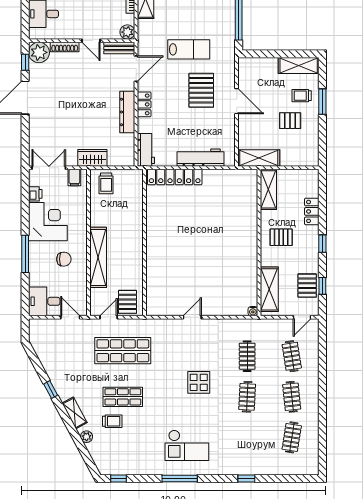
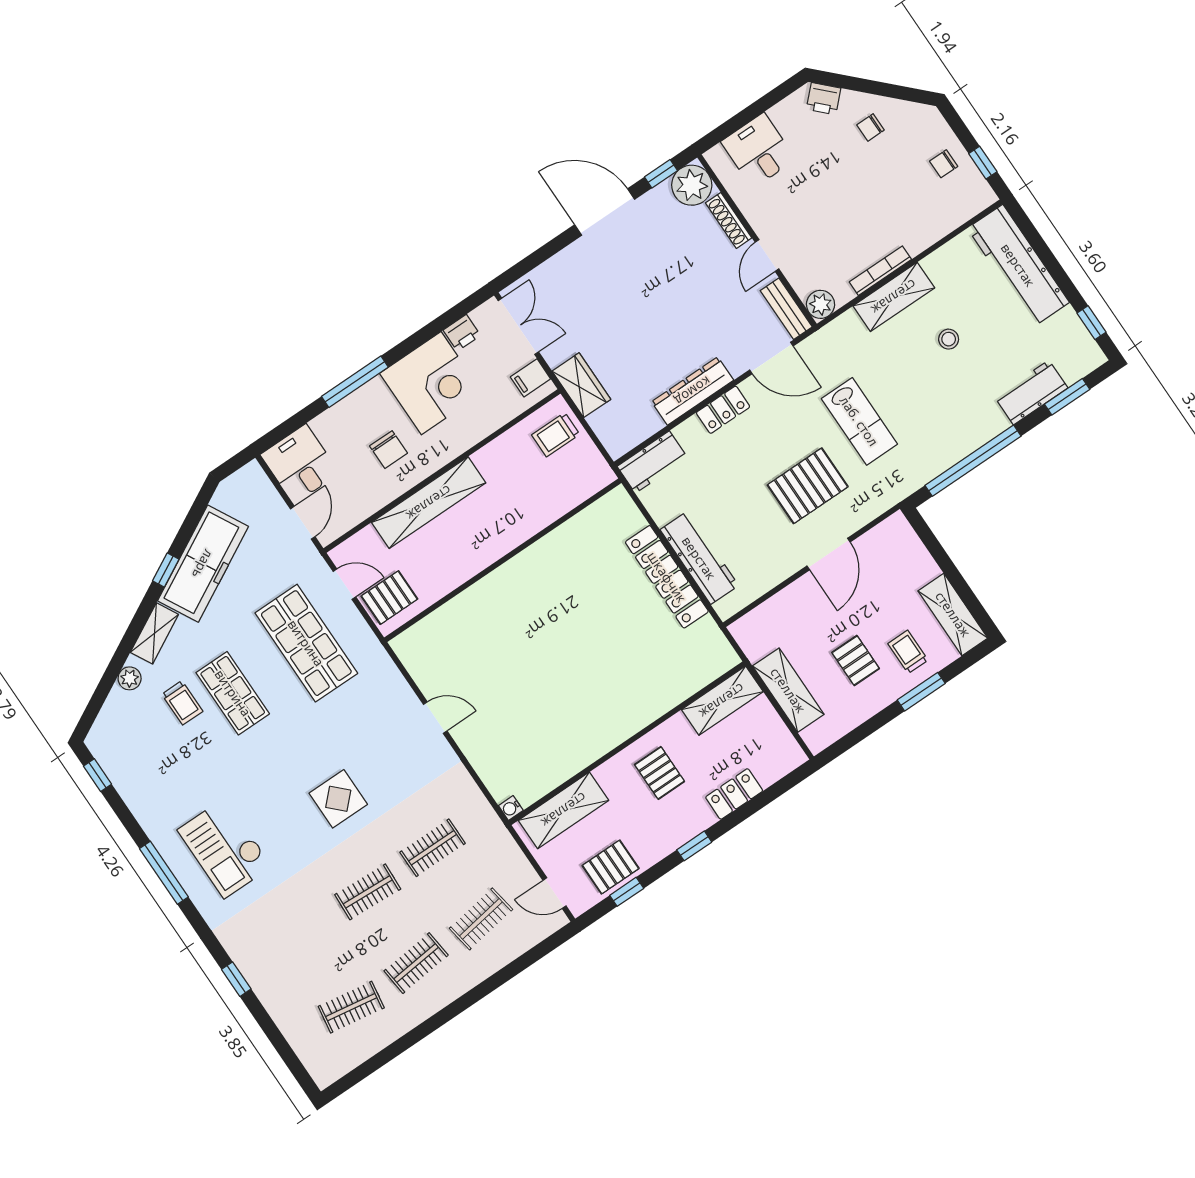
shelving: (259, 158) -> (788, 690), moved
locker: (175, 177) -> (667, 577), moved
freezer: (59, 372) -> (203, 564), added

